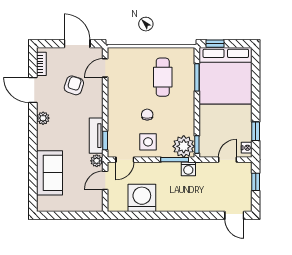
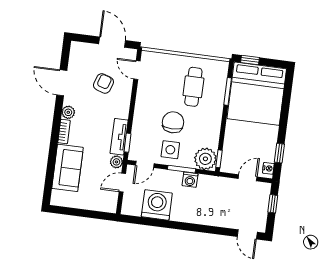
bookcase: (41, 64) -> (64, 132), moved
door: (105, 68) -> (137, 70), hinge flipped
chair: (147, 115) -> (173, 122), width x1.87, depth x1.87
window: (175, 160) -> (181, 169), moved
washing machine: (188, 169) -> (190, 180), moved

